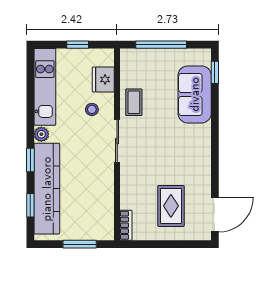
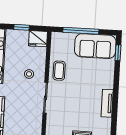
fridge: (103, 79) -> (38, 39), moved, turned -90
sofa: (195, 94) -> (95, 46), moved, turned -90
tv unit: (204, 144) -> (107, 103), added

